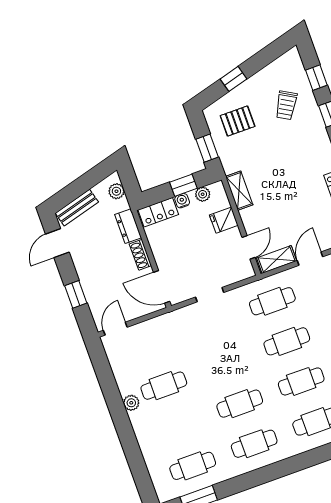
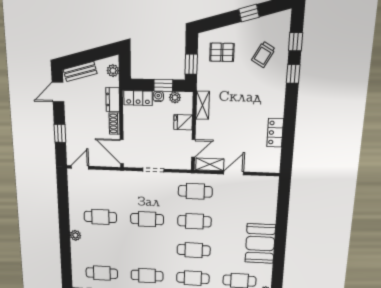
window: (233, 79) -> (249, 13), moved
plant: (131, 403) -> (75, 235), moved
cafe table: (240, 404) -> (147, 219), moved

